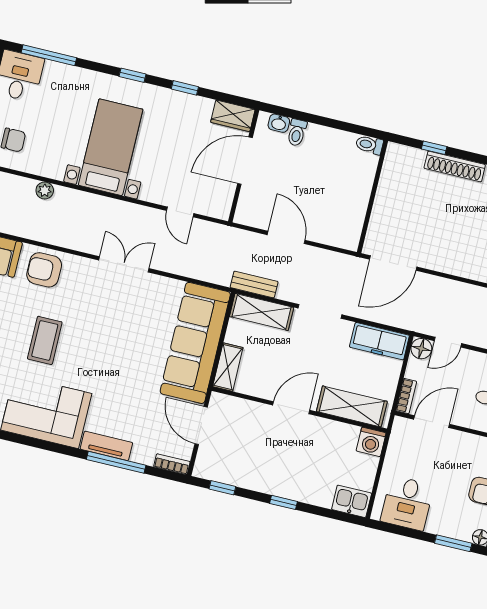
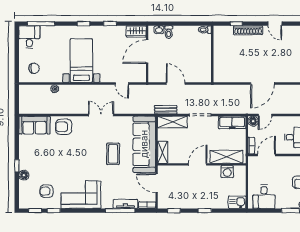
door: (393, 263) -> (262, 84), moved
coffee table: (45, 340) -> (113, 154), moved
washing machine: (371, 442) -> (227, 172), moved
tv unit: (106, 446) -> (126, 204), moved

